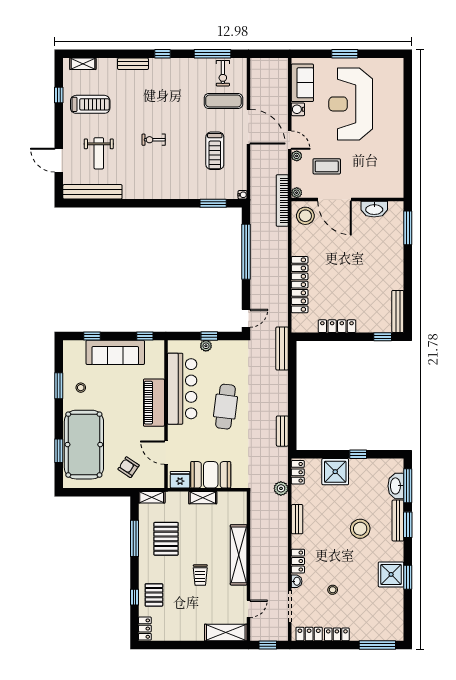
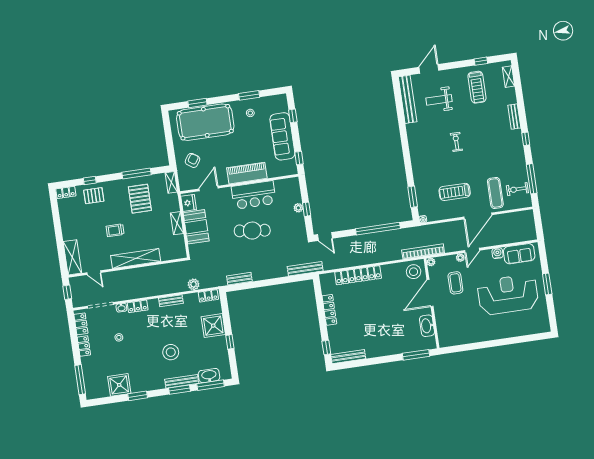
bar counter: (182, 389) -> (254, 195), width x0.73
pallet: (166, 539) -> (140, 199), turned 90
shower: (391, 574) -> (119, 385), moved

